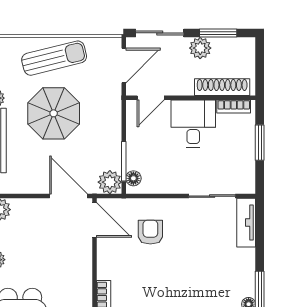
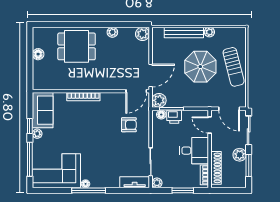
printer: (137, 157) -> (174, 117), added
plant: (247, 186) -> (157, 183), added

